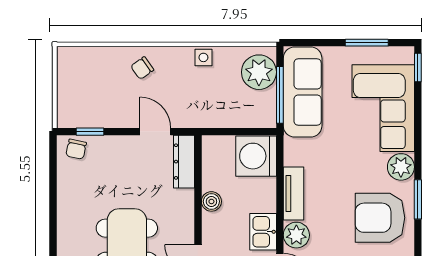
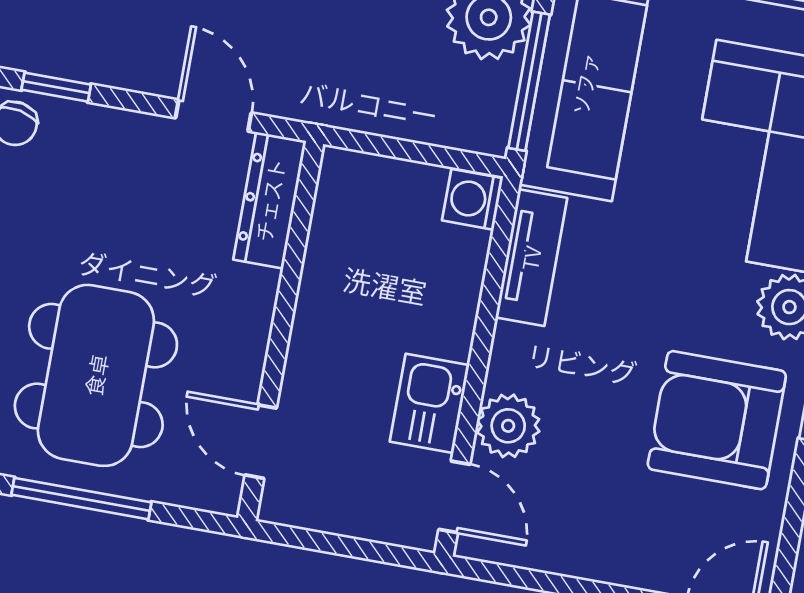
washing machine: (256, 156) -> (472, 199), width x0.53, depth x0.53
tv unit: (294, 194) -> (531, 258), moved
boiler: (211, 201) -> (318, 308), removed

